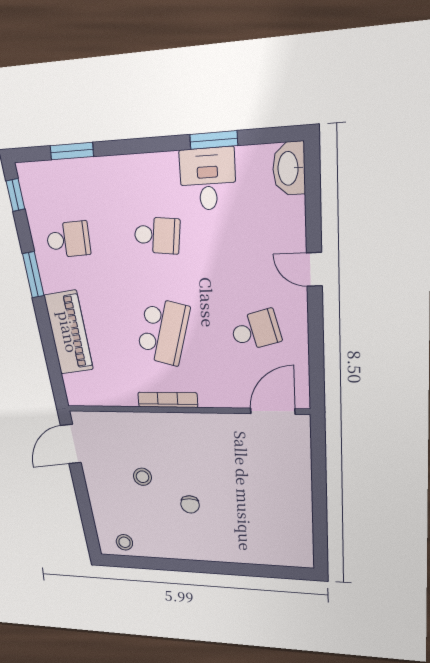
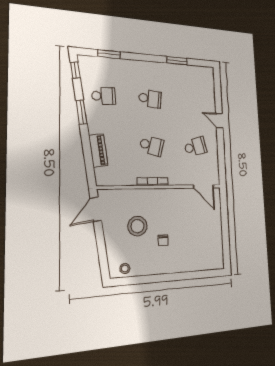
washbasin: (289, 168) -> (208, 77), removed
desk: (208, 179) -> (174, 77), removed
piano: (68, 332) -> (98, 150), width x0.73, depth x0.75
school desk: (163, 332) -> (152, 146), width x0.54
door: (273, 411) -> (203, 186), swing flipped
stool: (142, 477) -> (137, 226), width x1.89, depth x1.89

